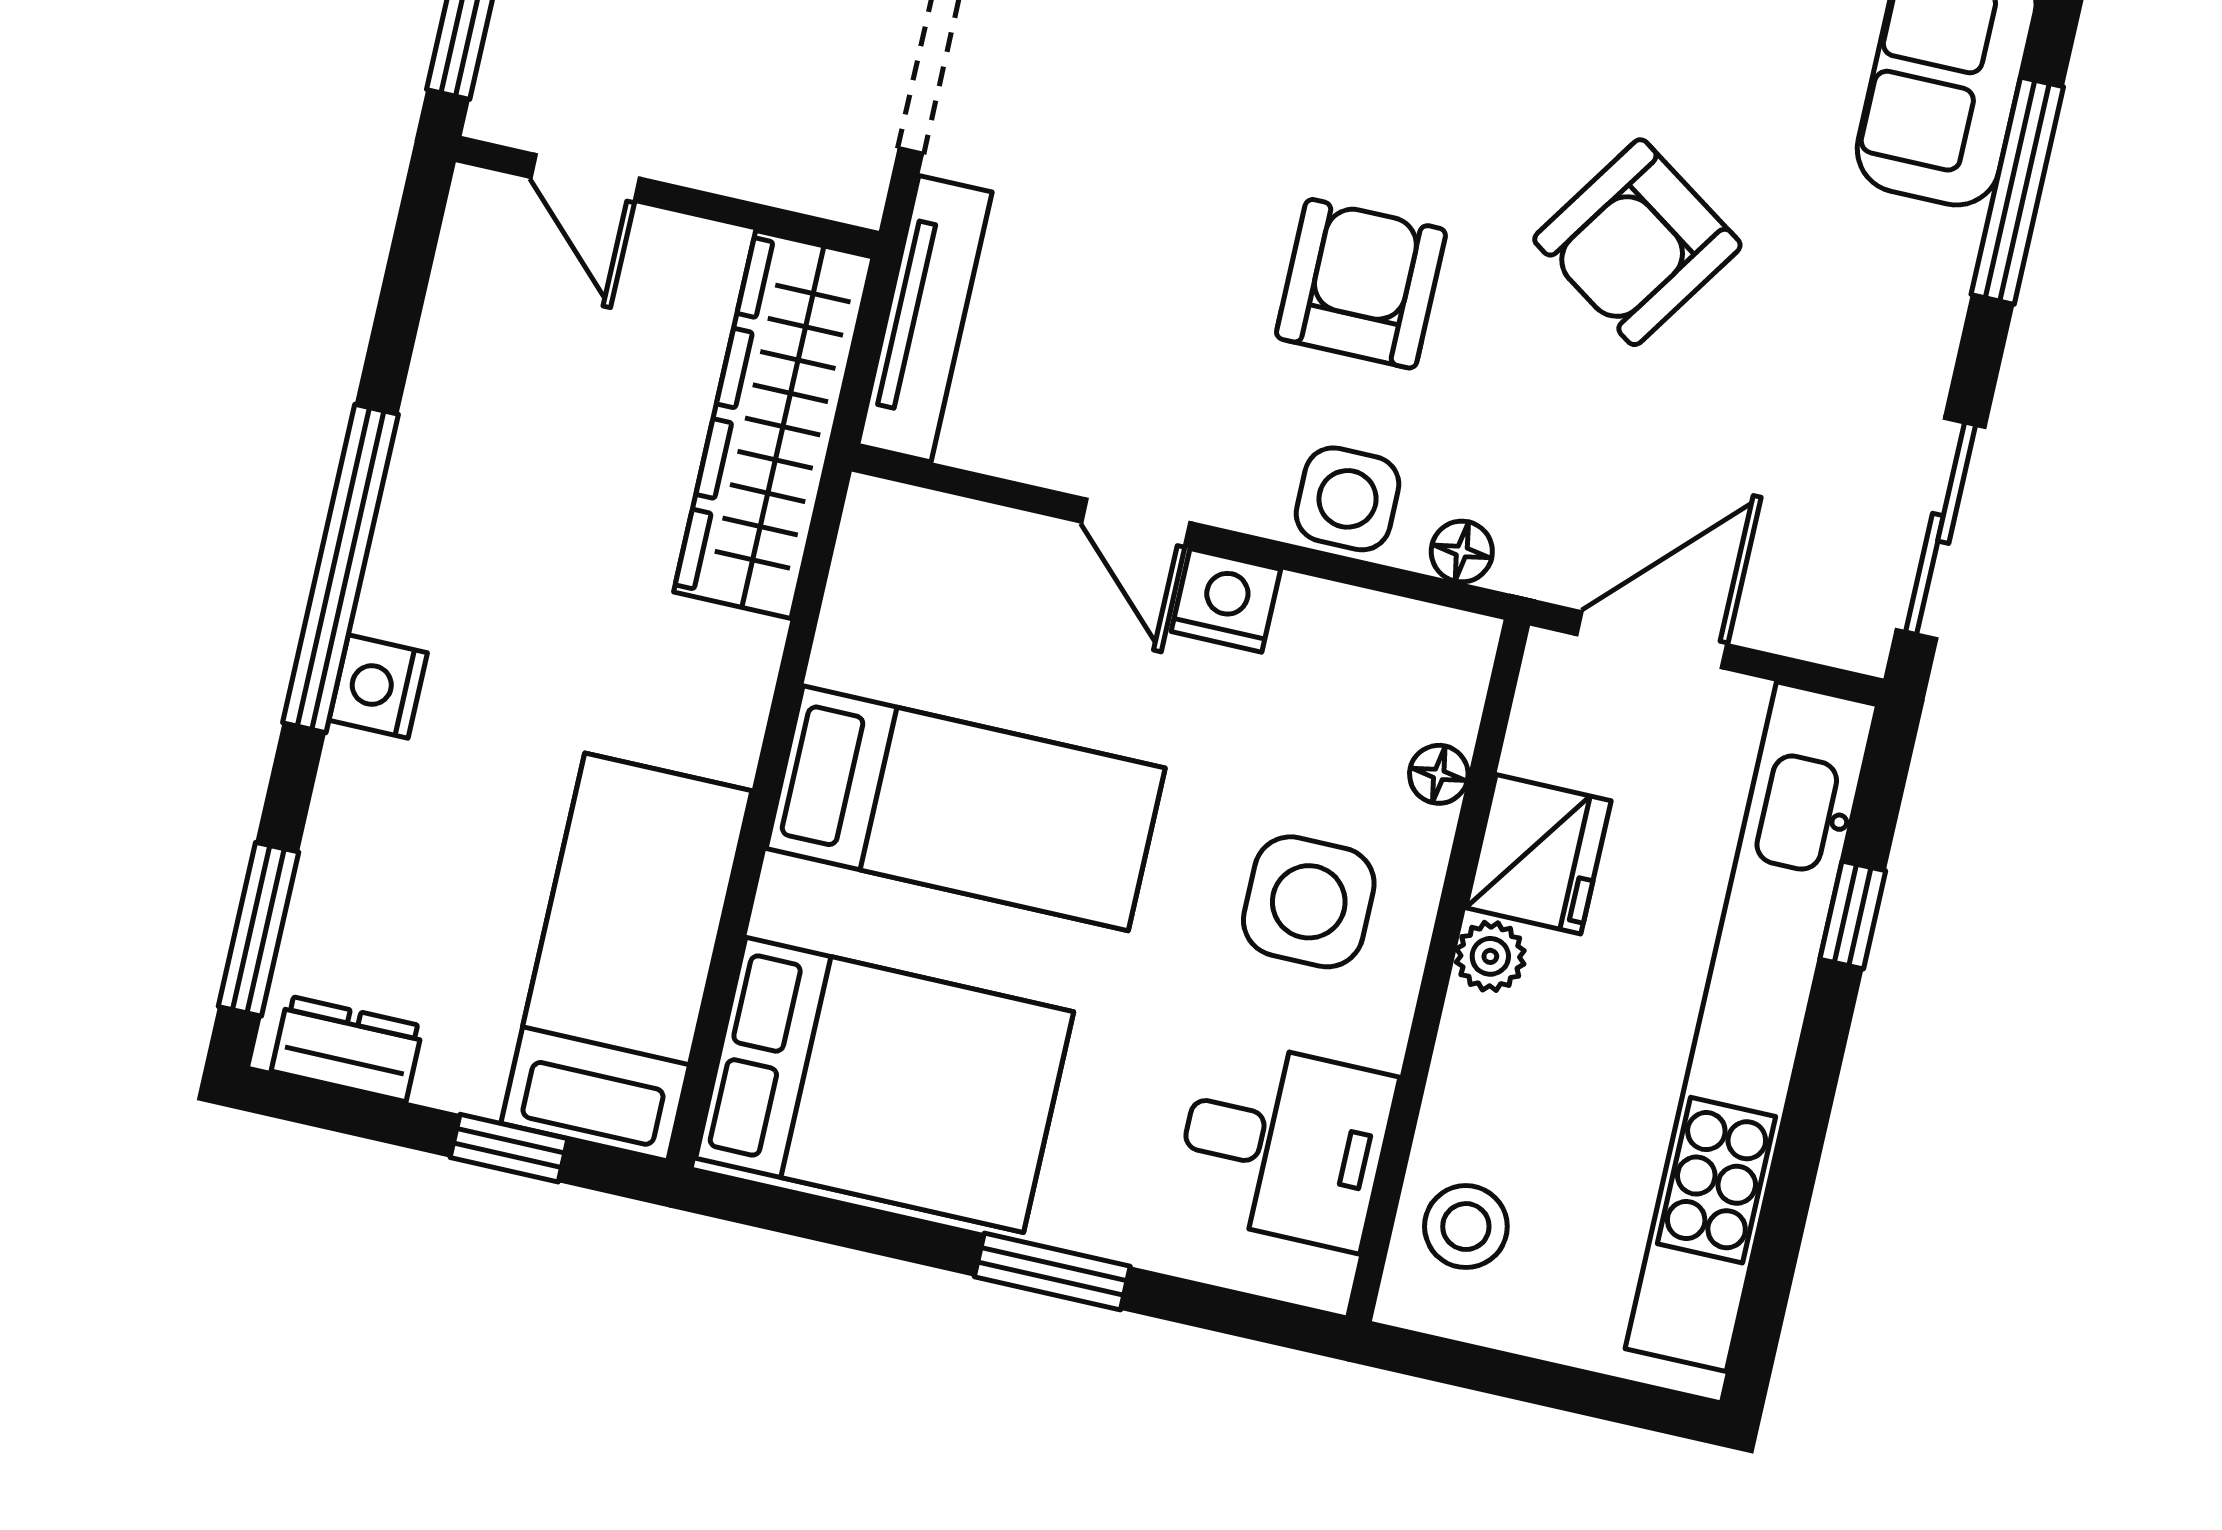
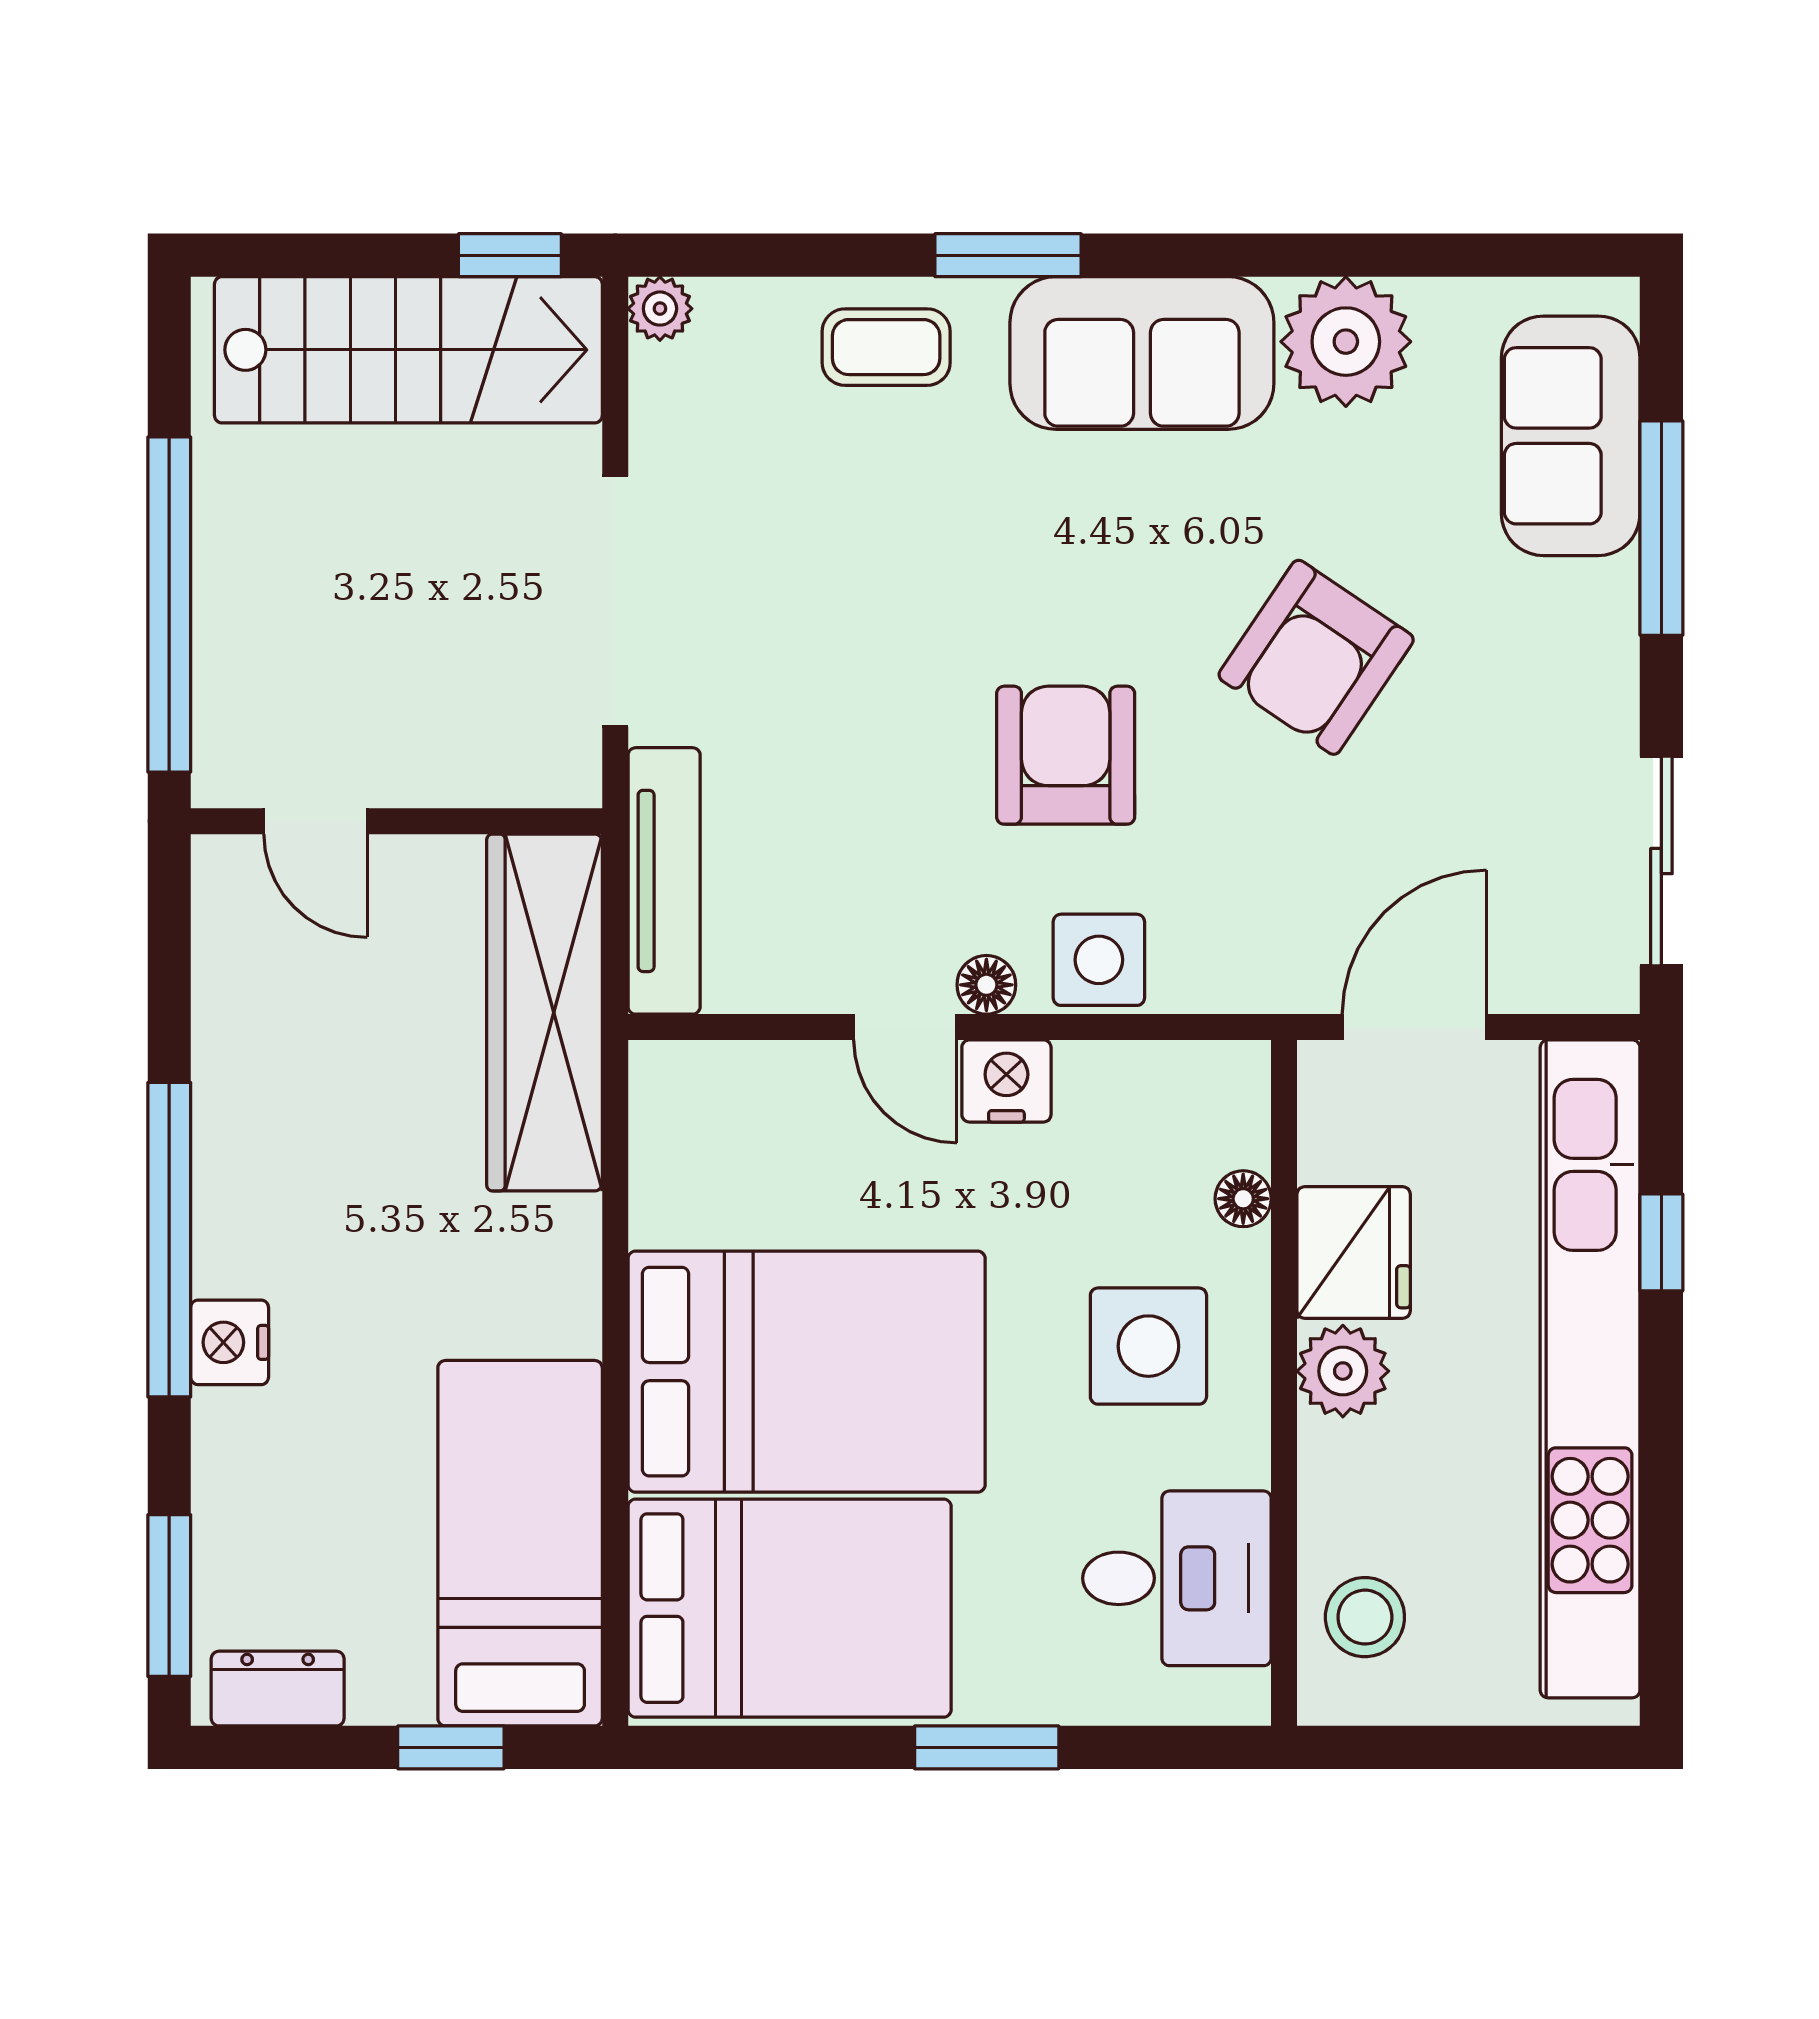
floor lamp: (1462, 551) -> (986, 985), moved
bed: (966, 808) -> (807, 1372), width x1.50
plant: (1490, 956) -> (1343, 1371), width x1.38, depth x1.38

